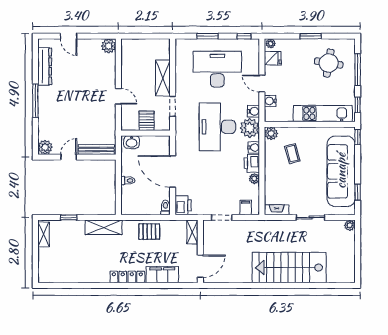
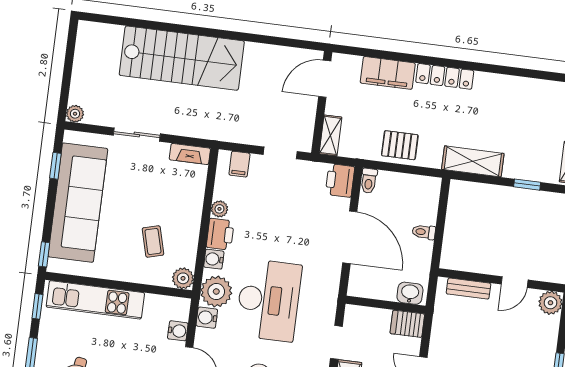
server rack: (147, 121) -> (407, 324), moved, turned 90
bench: (96, 149) -> (468, 289), width x0.73

